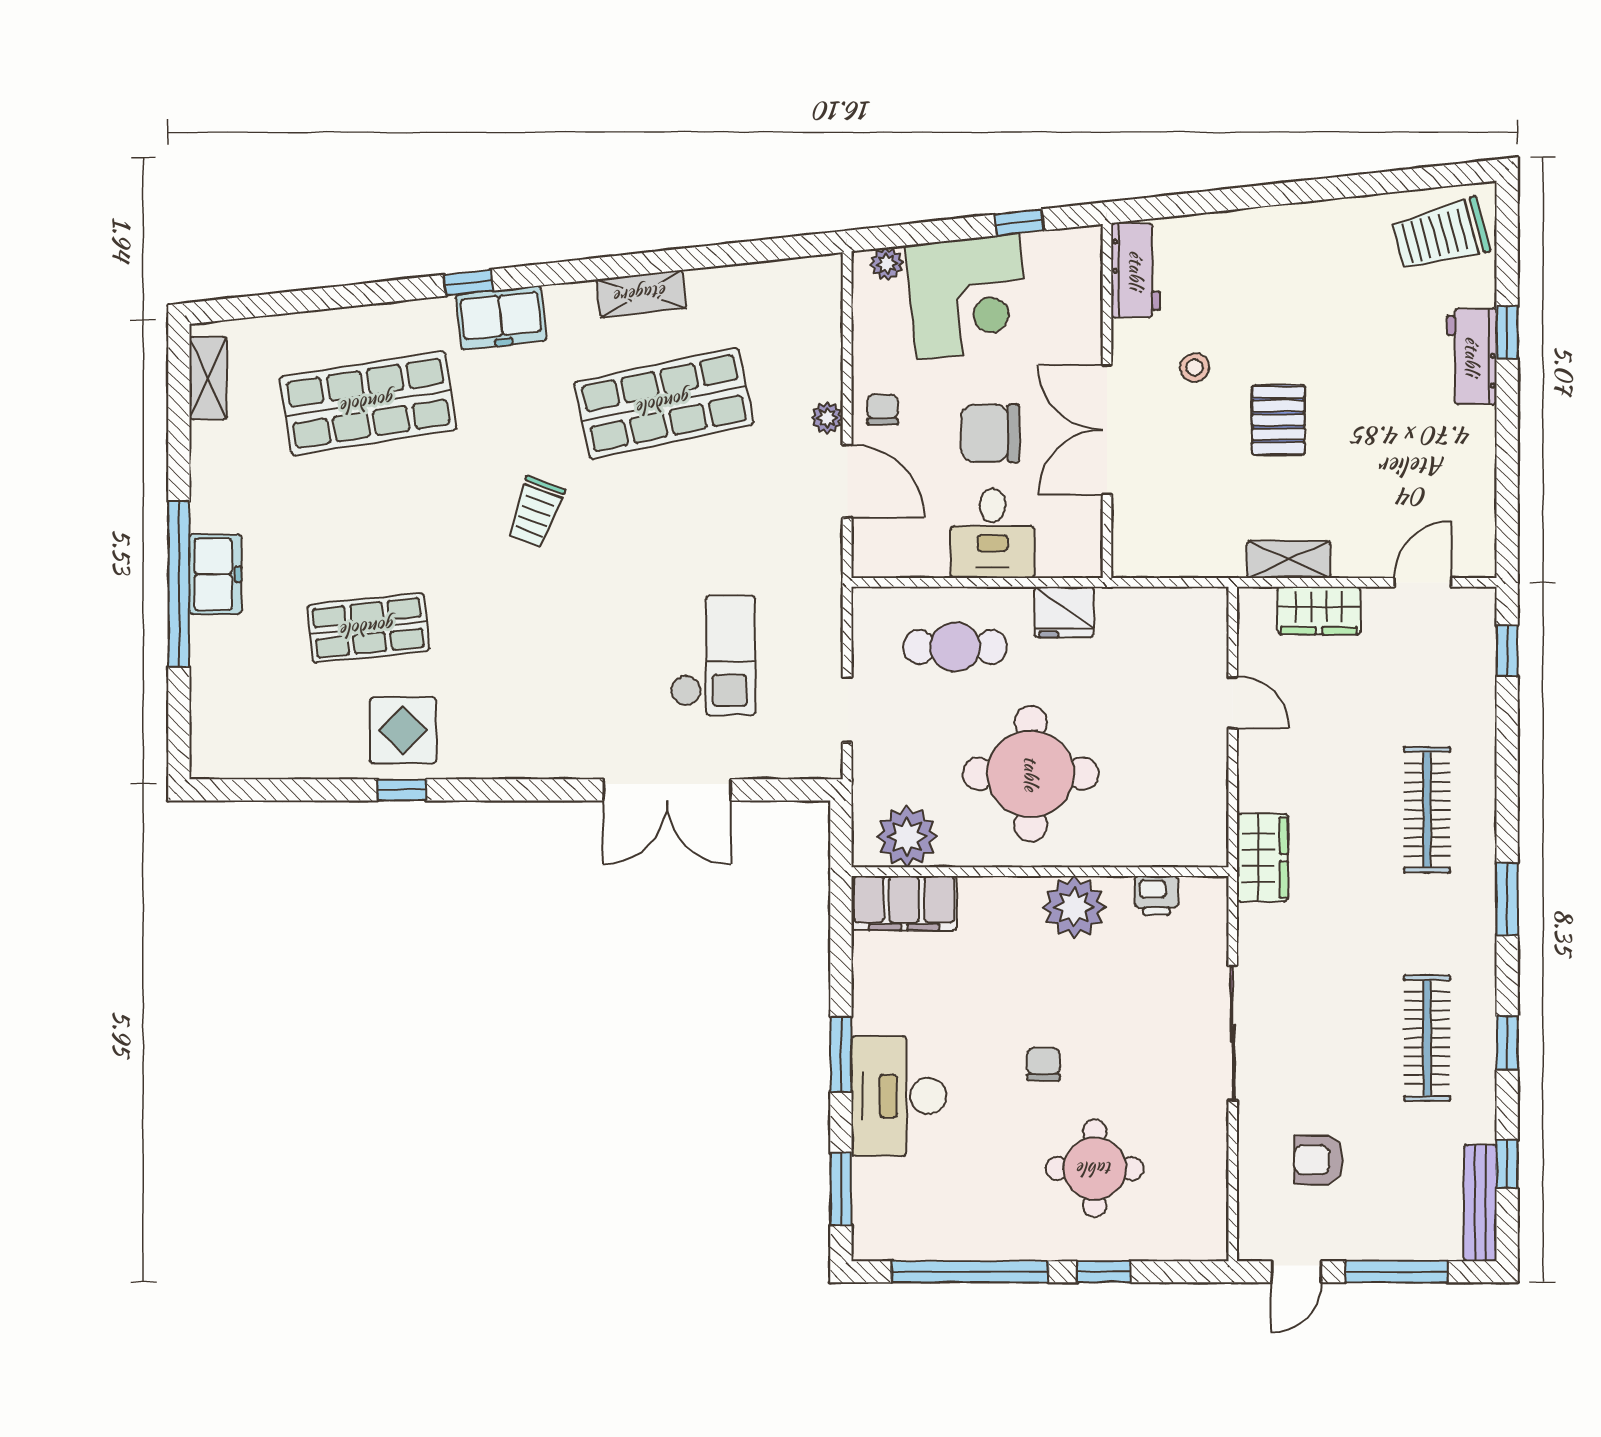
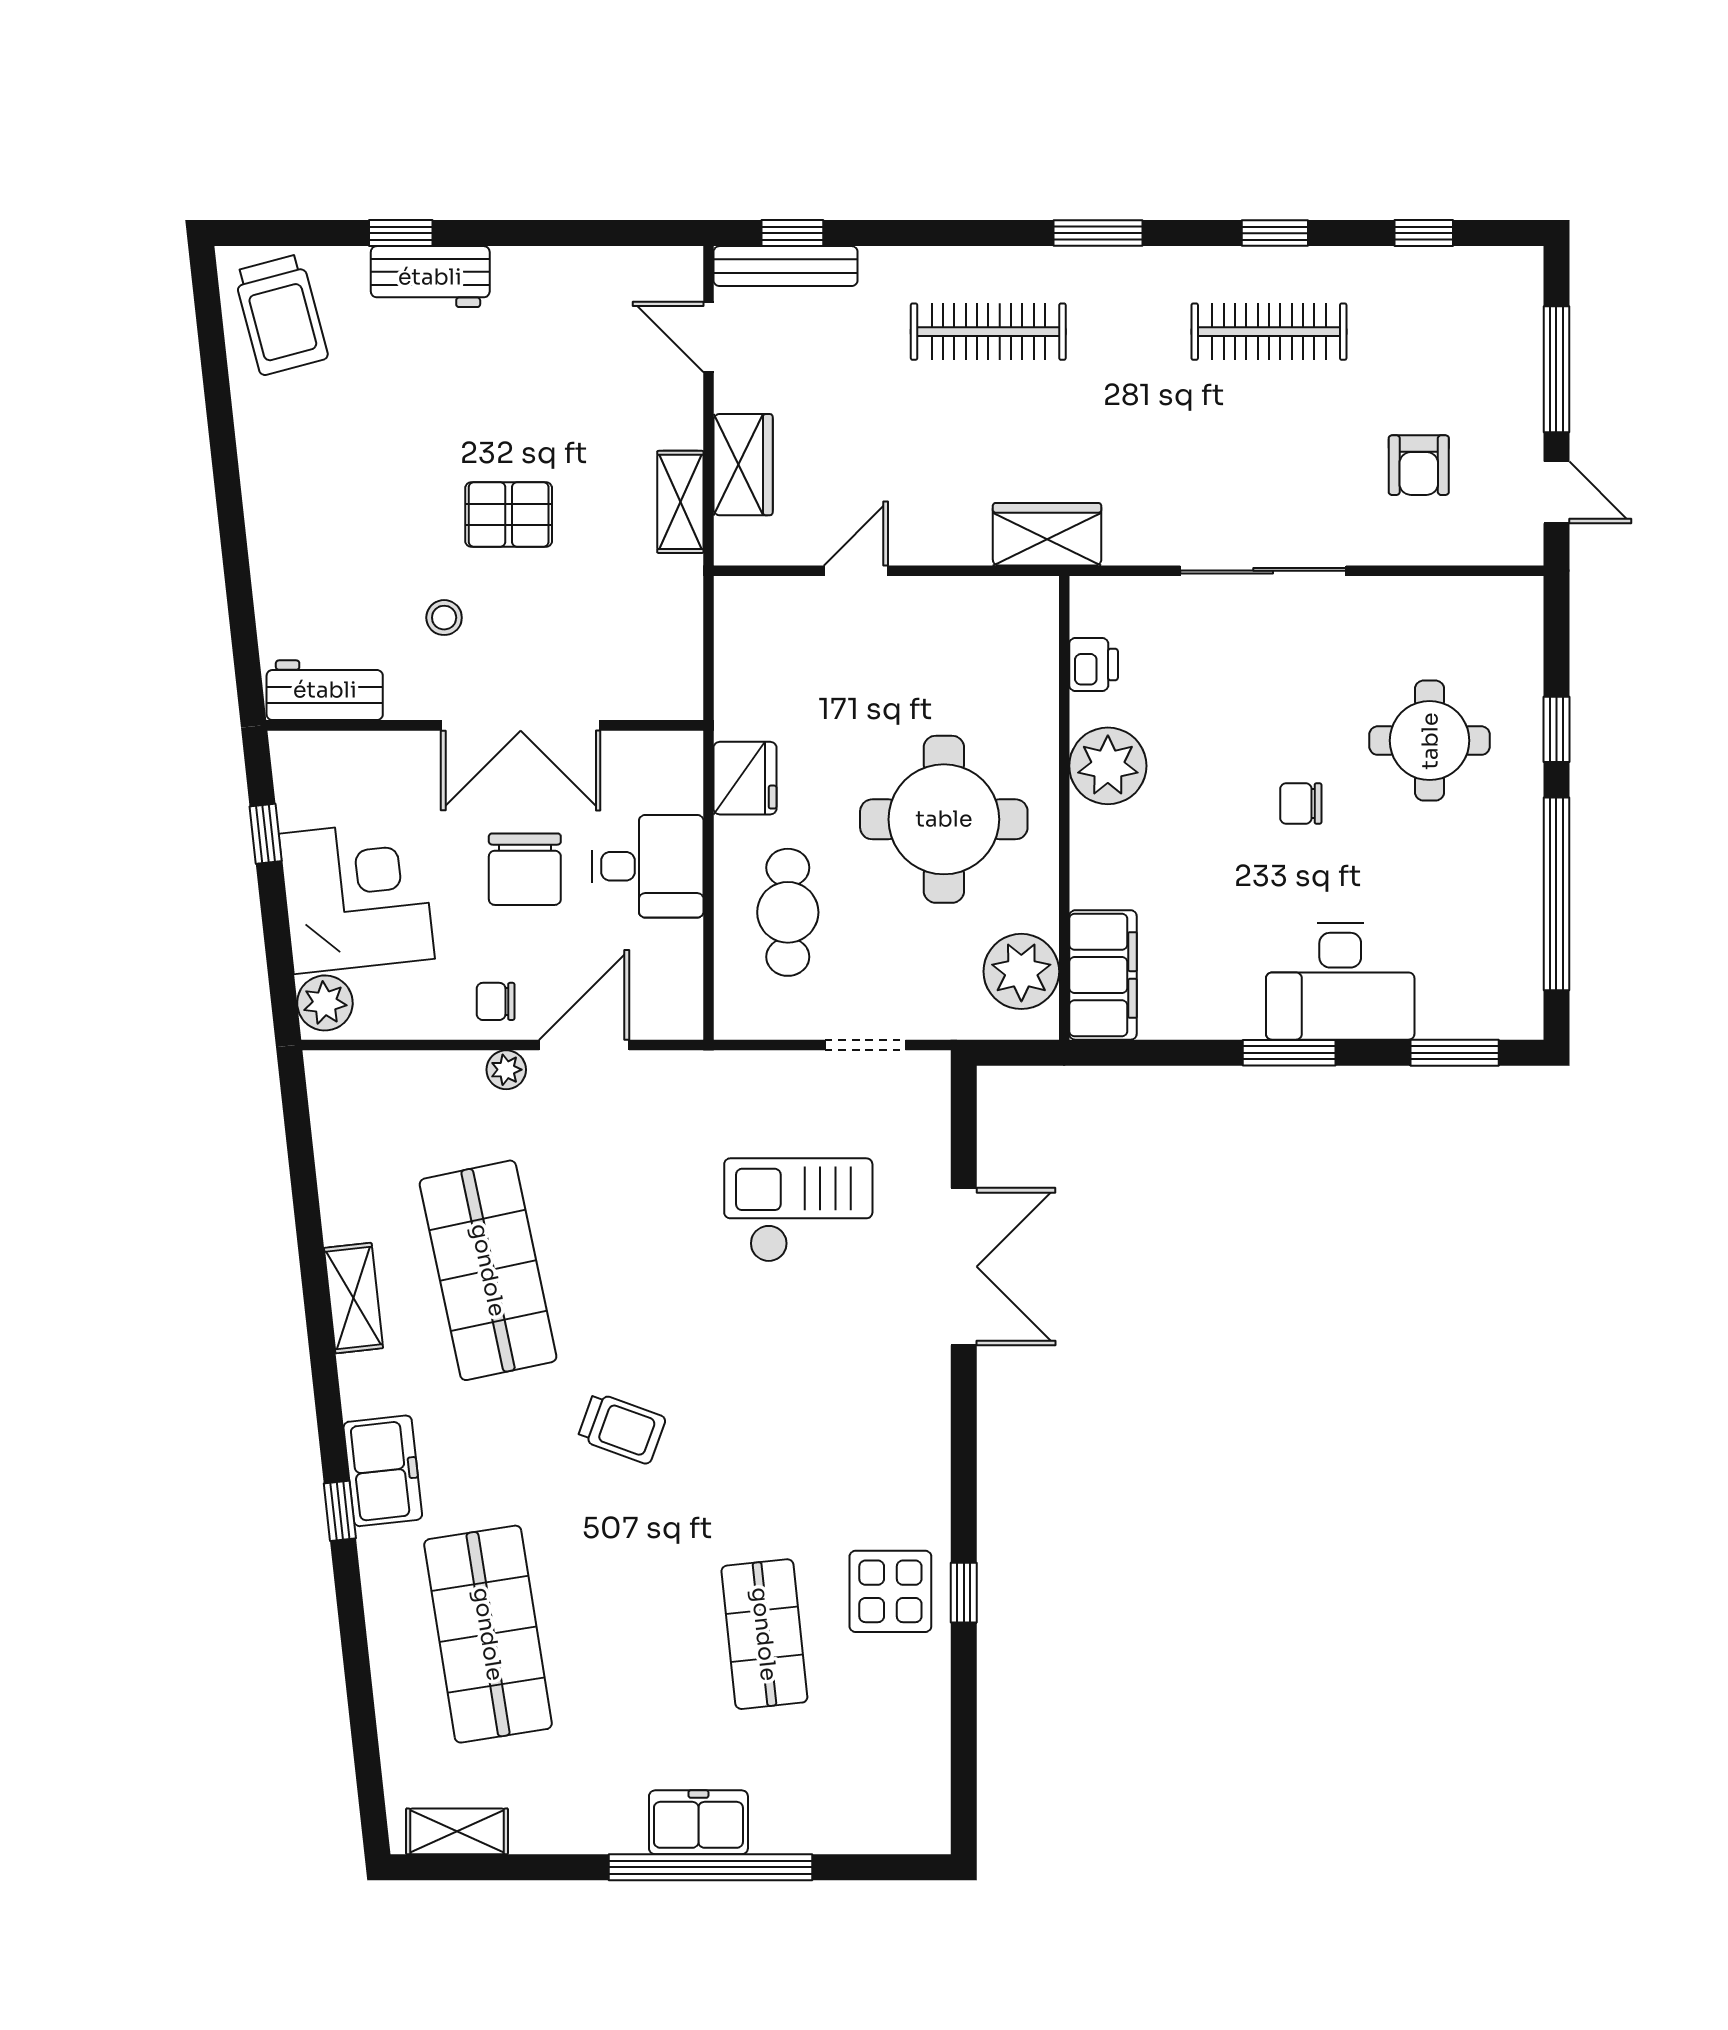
plant: (887, 264) -> (325, 1003), width x1.38, depth x1.38
bench: (1480, 1203) -> (786, 266), moved

